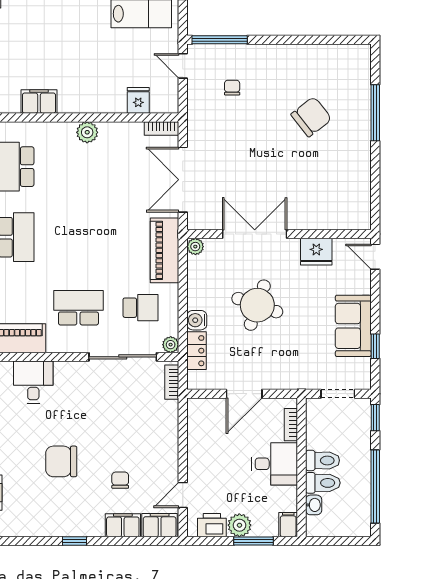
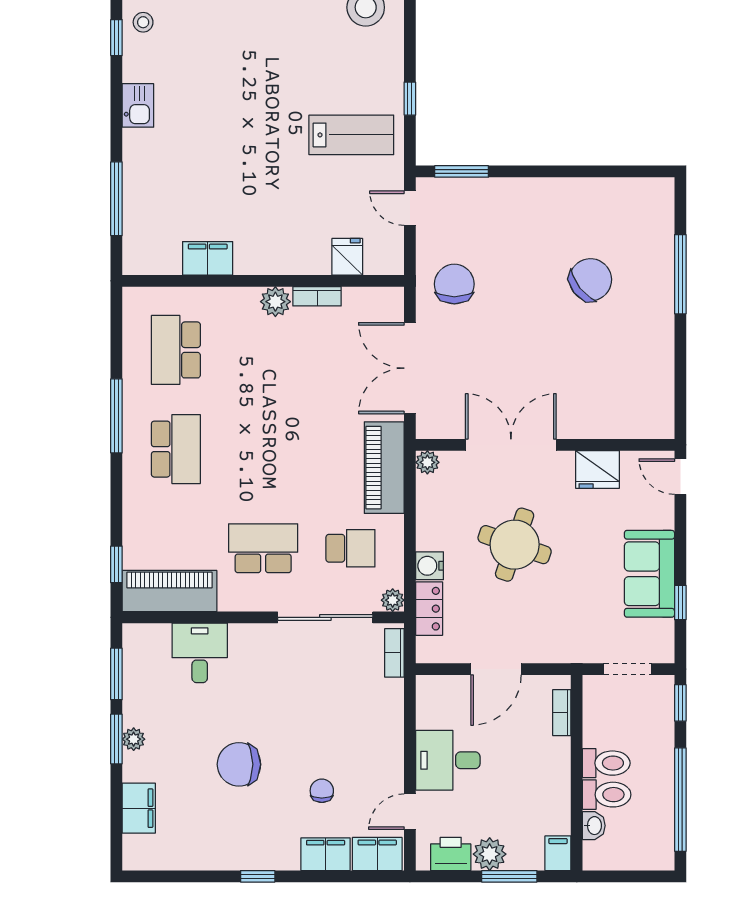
window: (220, 40) -> (462, 171), width x0.69
chair: (232, 88) -> (454, 284), moved, width x1.87, depth x1.87
bookcase: (162, 128) -> (317, 296), moved
desk: (274, 464) -> (448, 760), moved, turned 180

